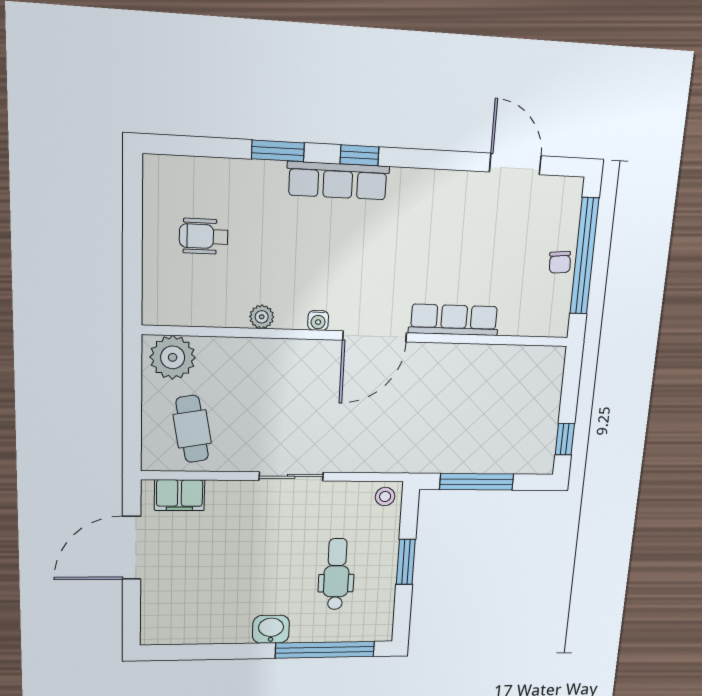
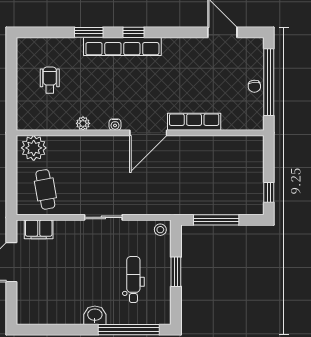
row of seats: (338, 181) -> (122, 46), width x1.36
wheelchair: (204, 236) -> (50, 80), turned 90

